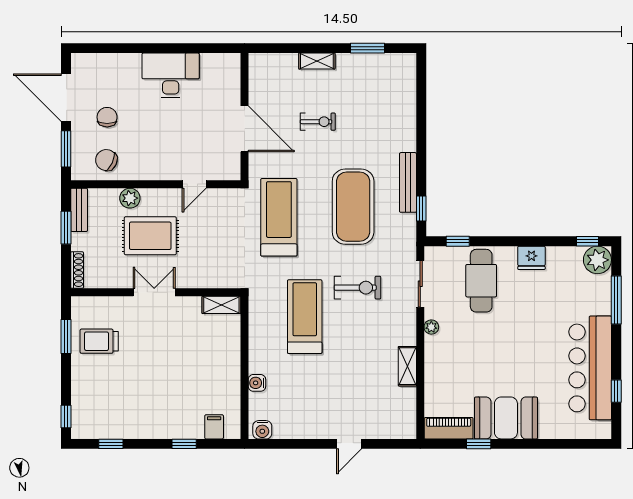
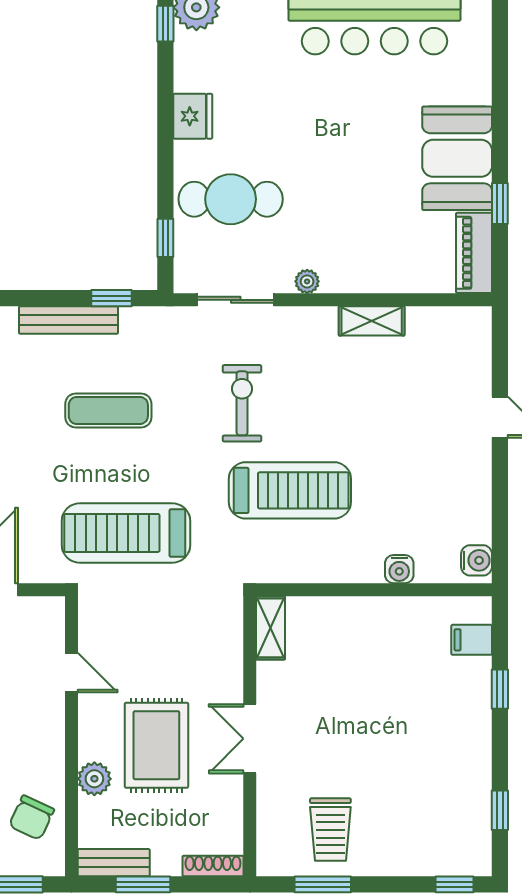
exercise mat: (353, 207) -> (108, 411), width x0.50, depth x0.69
treadmill: (305, 317) -> (290, 490), turned 180

